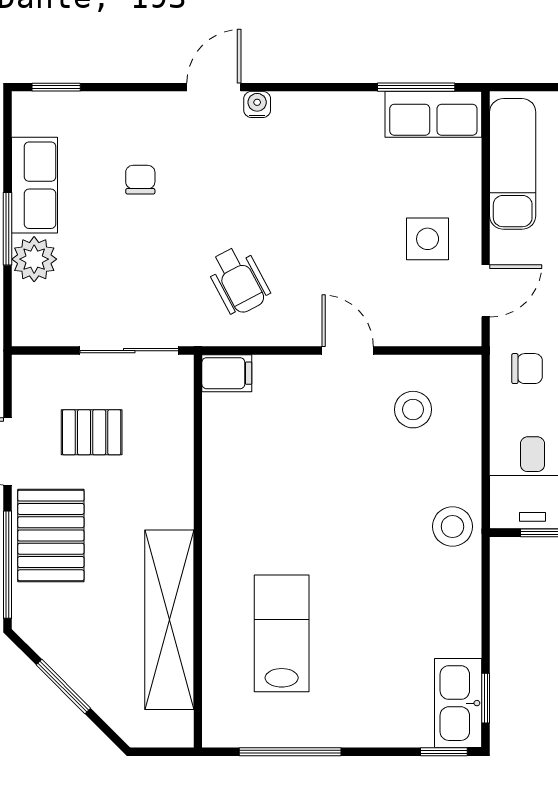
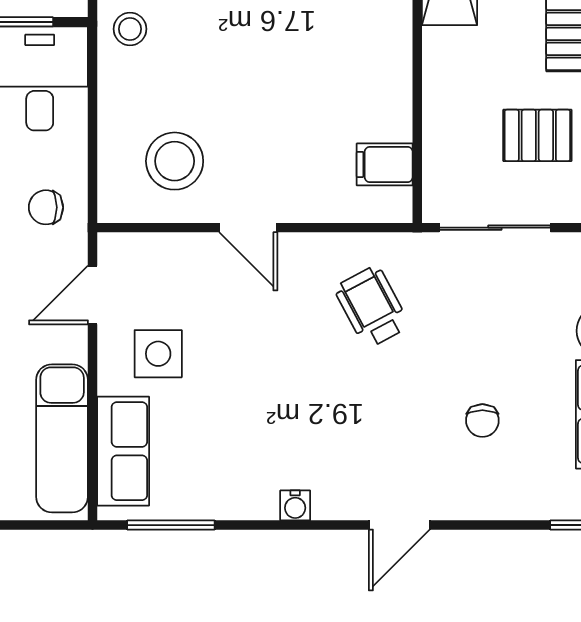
water cooler: (257, 104) -> (295, 505), moved
row of seats: (433, 114) -> (123, 451), moved, turned 90
filing cabinet: (227, 373) -> (385, 164), moved
stool: (413, 410) -> (175, 161), width x1.38, depth x1.38
stool: (452, 527) -> (130, 29), width x0.73, depth x0.73

